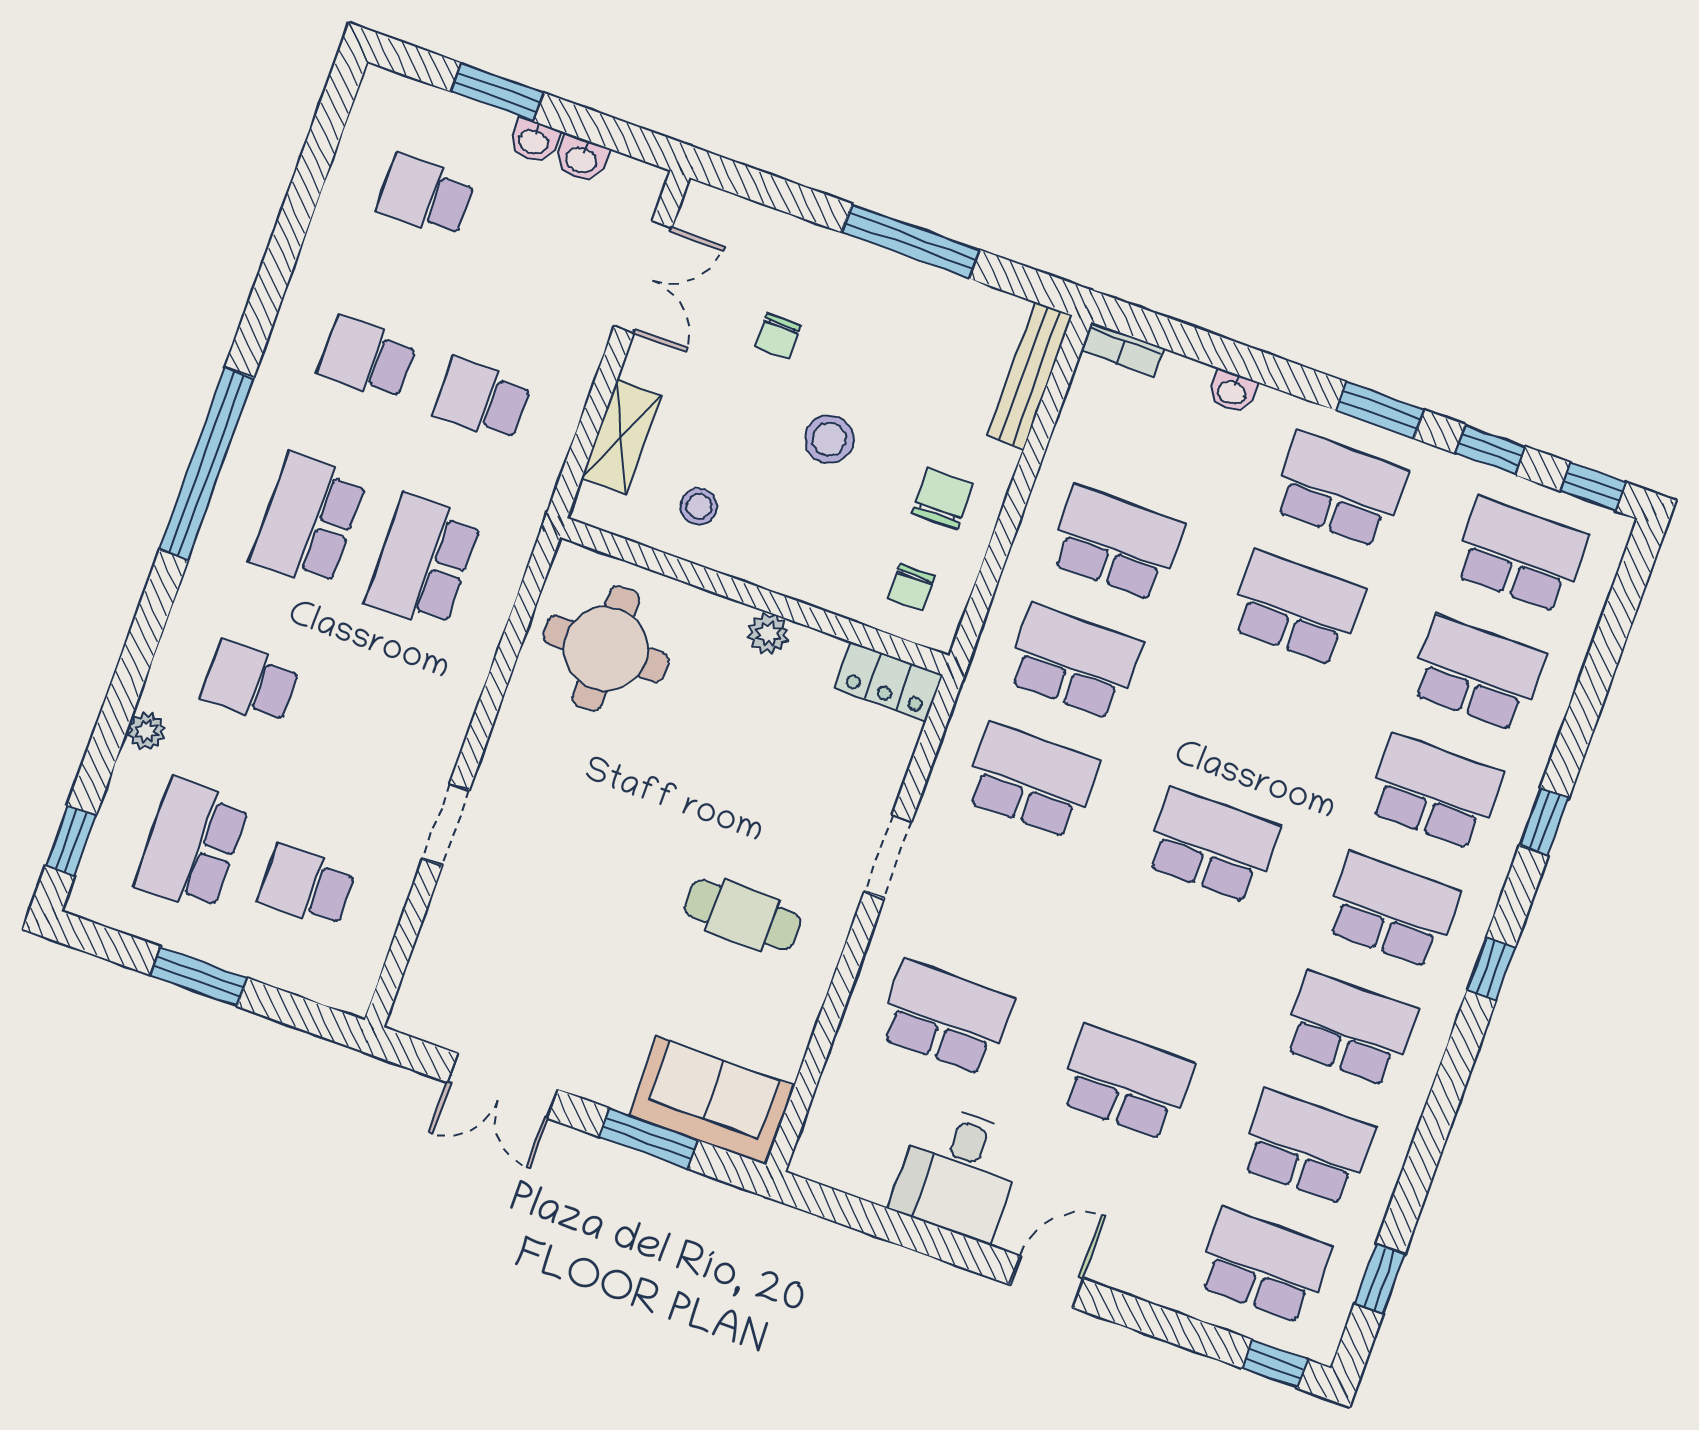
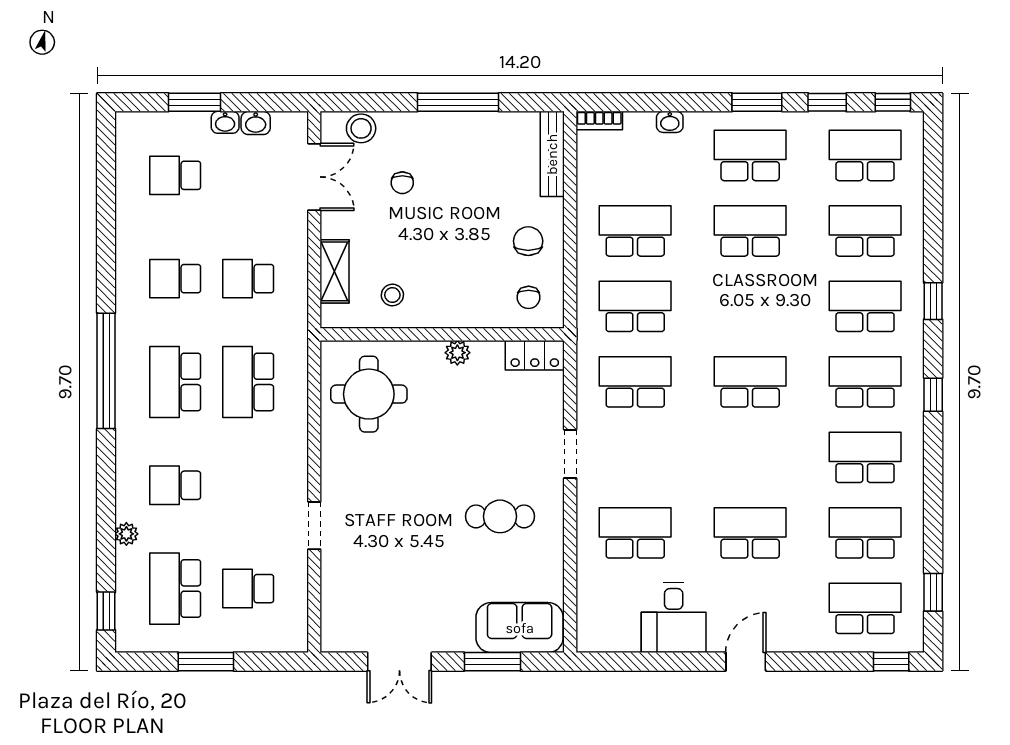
stool: (829, 439) -> (361, 128), moved

